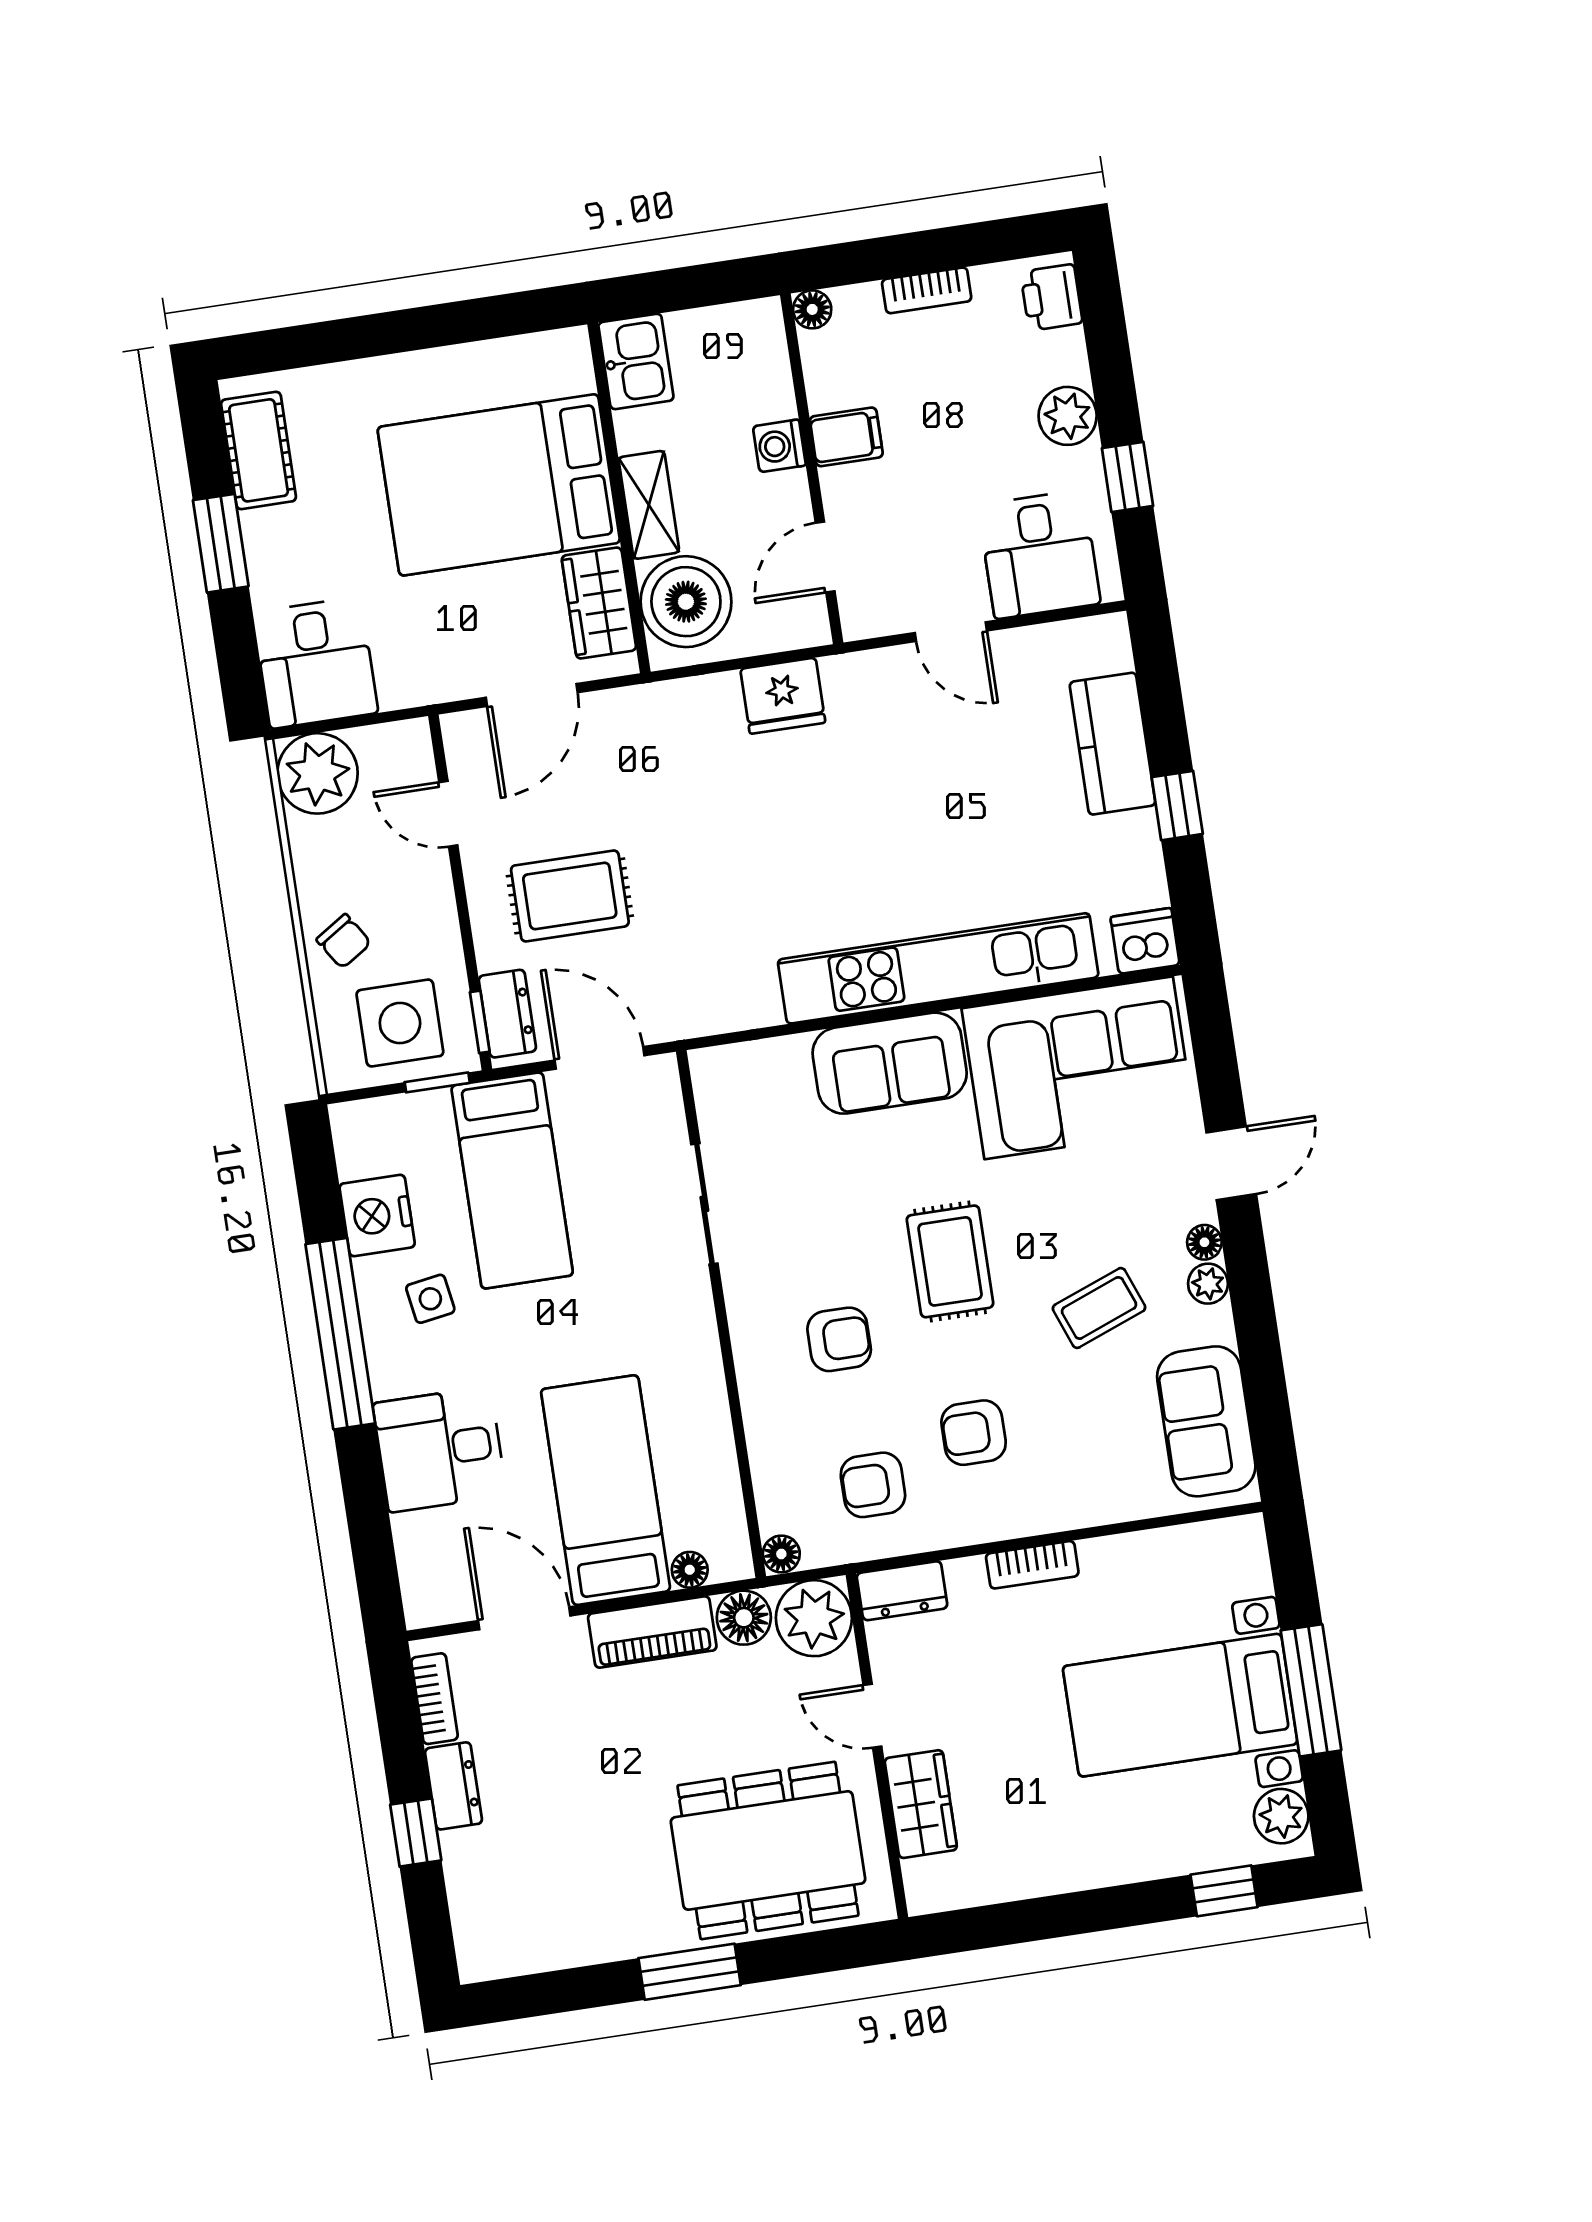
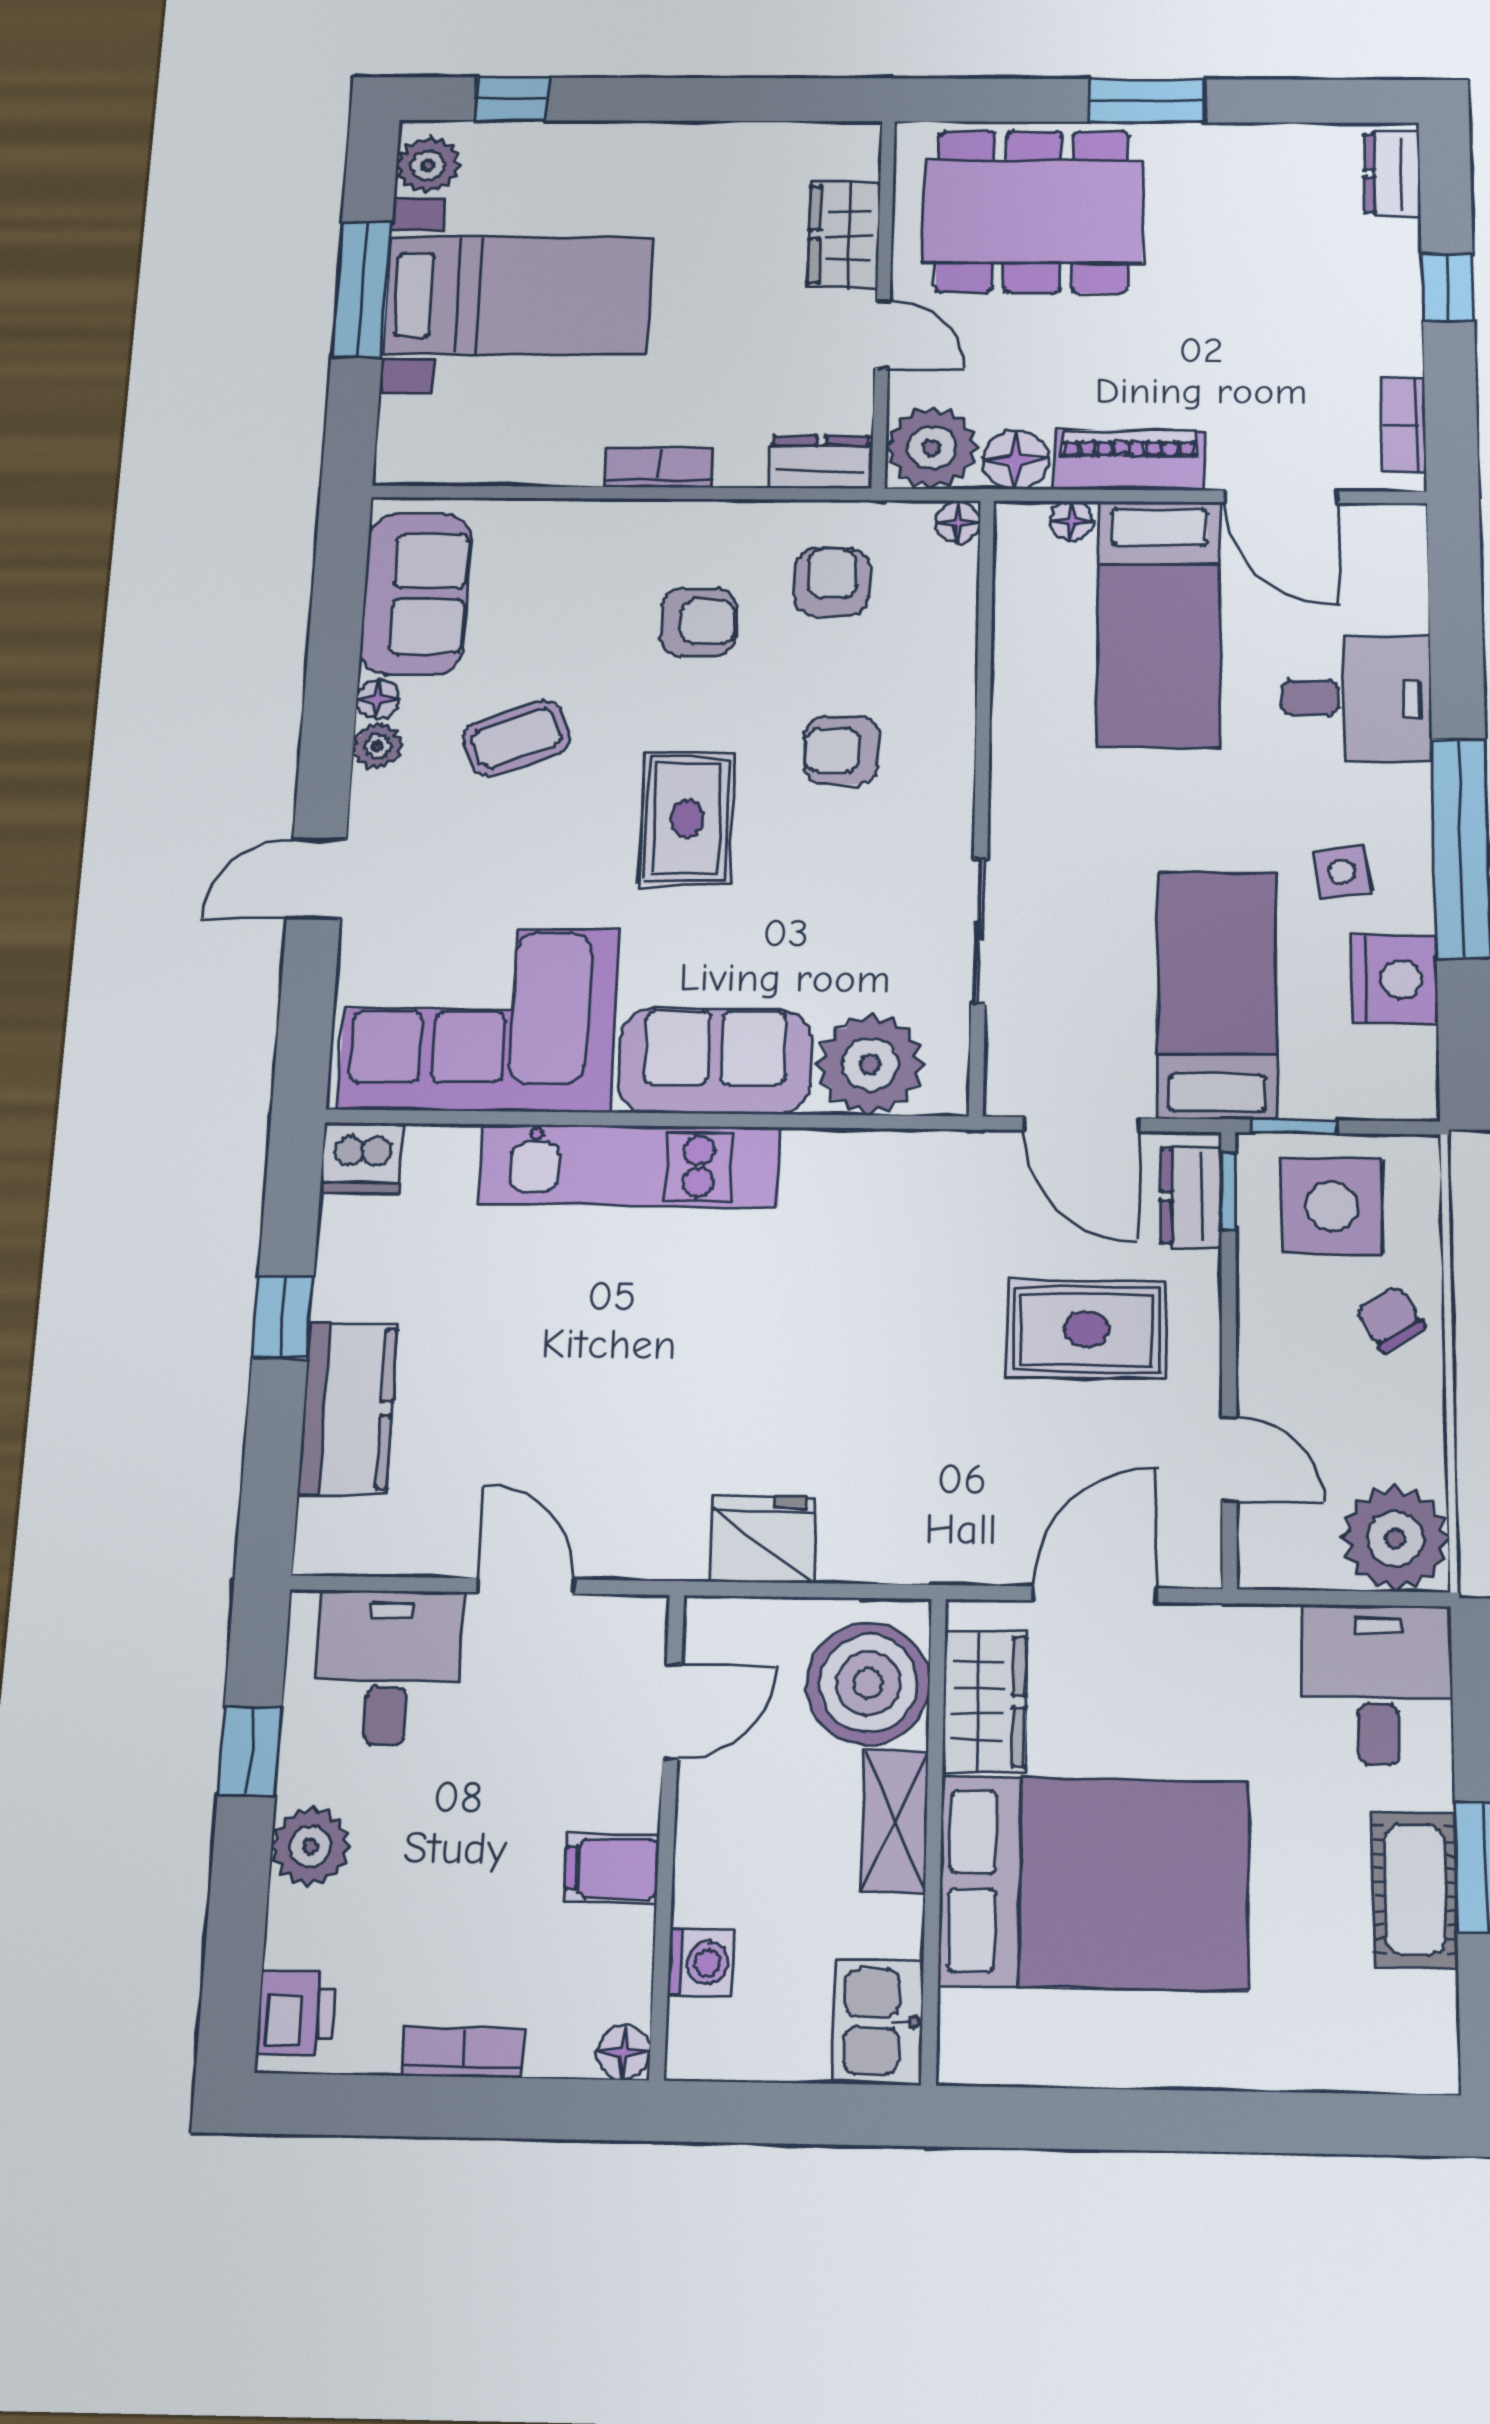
washing machine: (779, 446) -> (701, 1963), moved
cot: (259, 450) -> (1415, 1889), moved
kitchen unit: (938, 968) -> (630, 1166), width x0.73
plant: (770, 1080) -> (870, 1064), added
floor lamp: (1204, 1242) -> (378, 699), moved
armchair: (873, 1485) -> (832, 582), turned -90
dresser: (453, 1786) -> (1392, 173), moved

